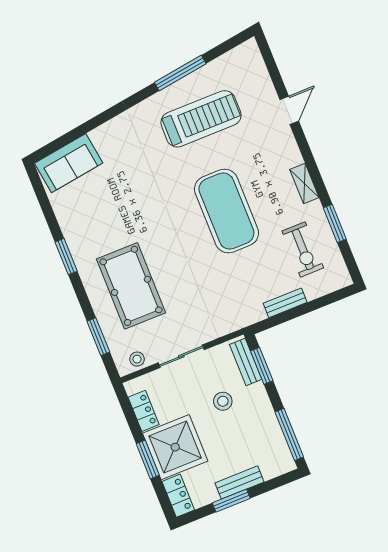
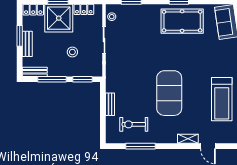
shelving: (304, 184) -> (188, 139), moved
exercise mat: (226, 211) -> (169, 93), turned 90
window: (335, 223) -> (141, 146), width x1.44
pool table: (131, 286) -> (182, 21), moved
bench: (246, 362) -> (35, 72), moved
window: (289, 435) -> (52, 79), moved

